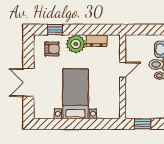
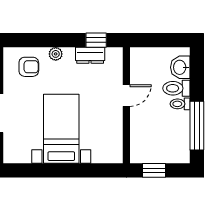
window: (55, 30) -> (96, 40), moved
plant: (76, 44) -> (56, 54), width x0.53, depth x0.53

